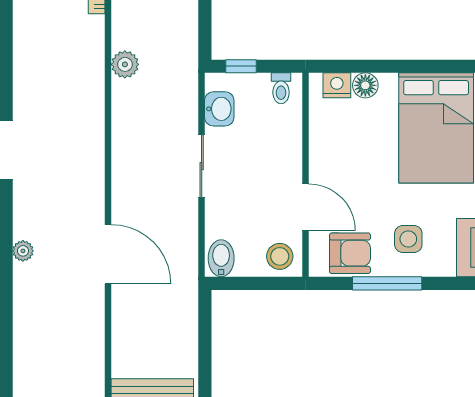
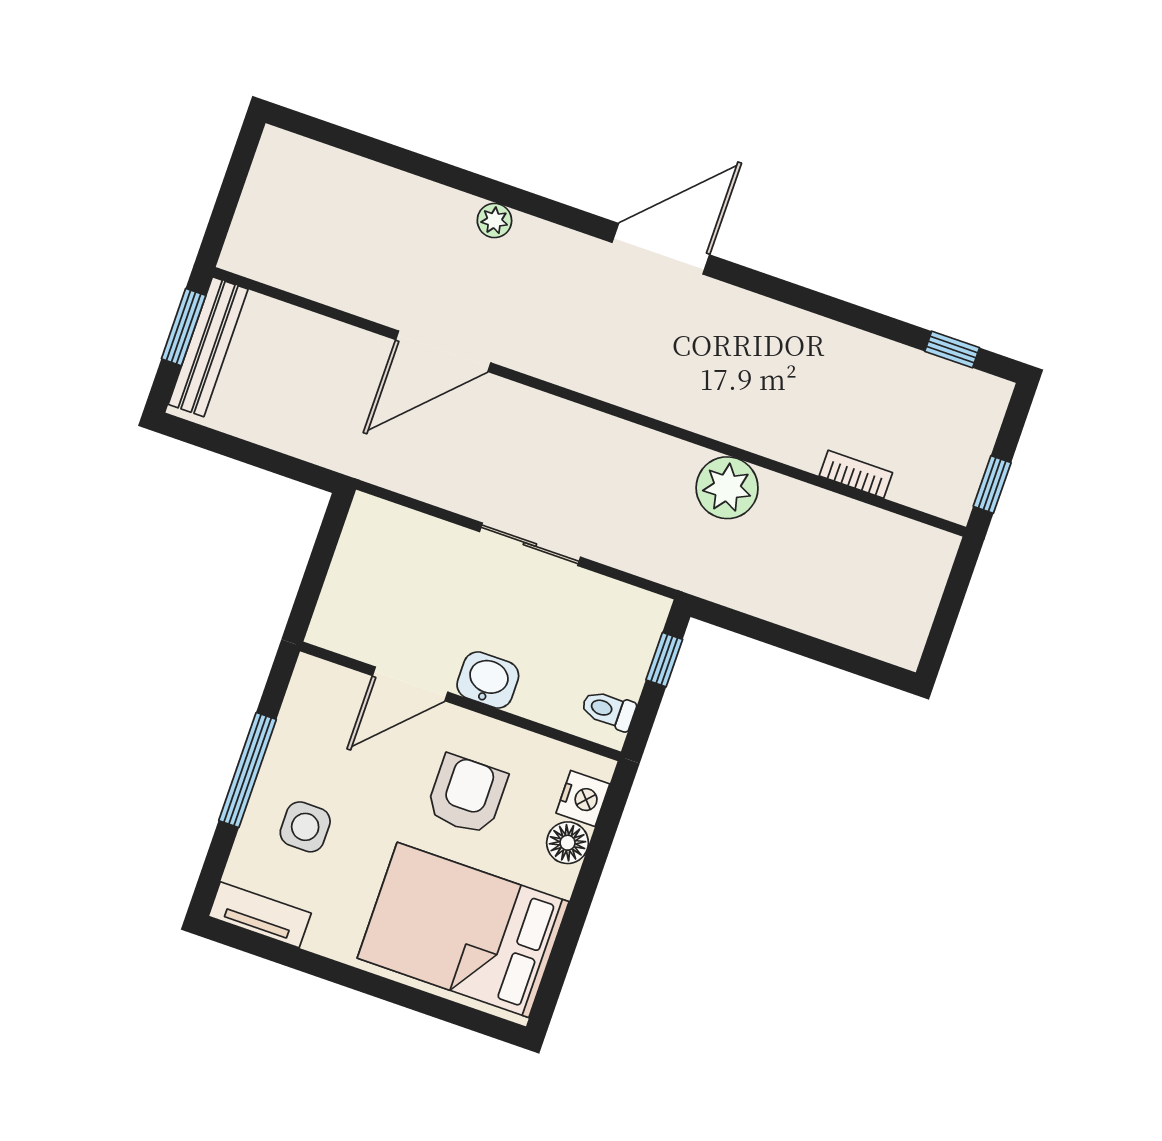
plant: (125, 64) -> (727, 488), width x1.36, depth x1.36
washbasin: (219, 109) -> (488, 680), moved, turned 180
armchair: (350, 253) -> (467, 795), moved, turned 180
stool: (280, 256) -> (347, 617), removed
bidet: (221, 258) -> (376, 525), removed

